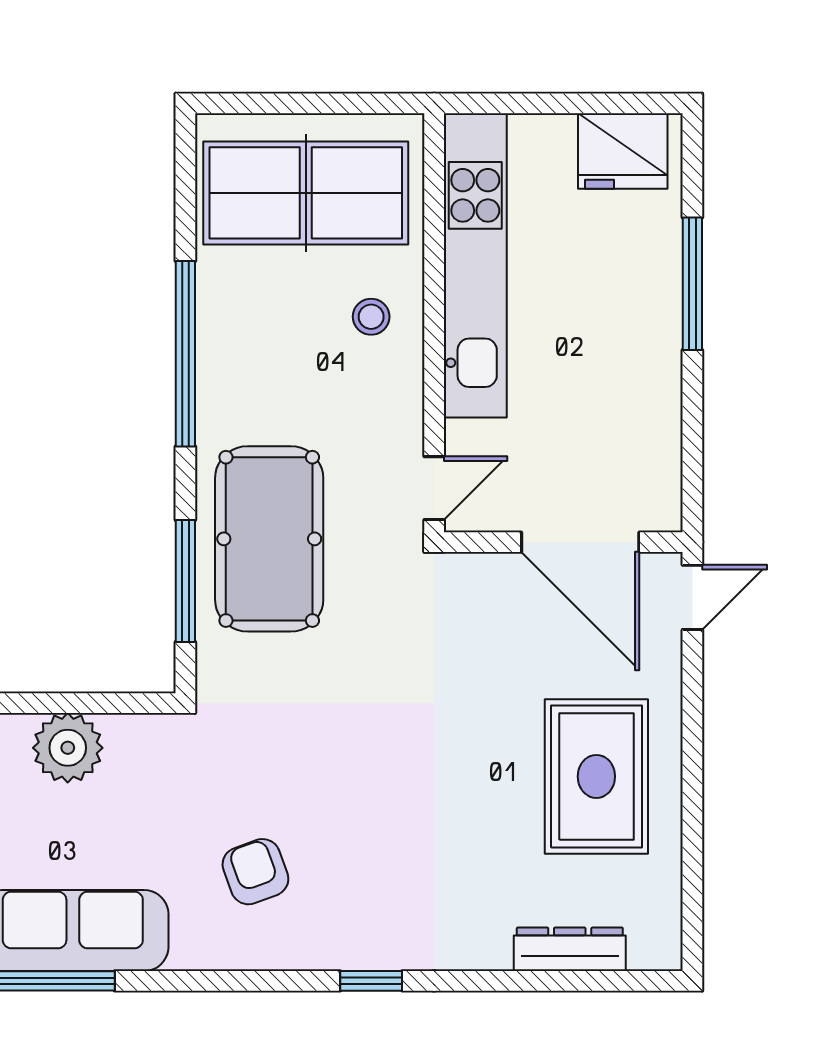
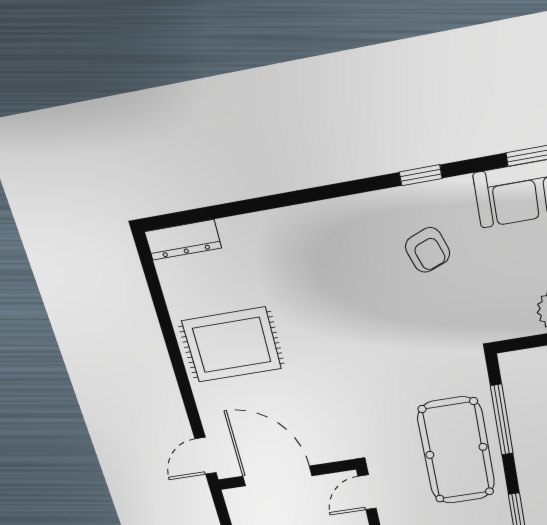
rug: (596, 776) -> (232, 345), turned 90
dresser: (570, 949) -> (183, 240), moved
window: (371, 981) -> (421, 175), moved

